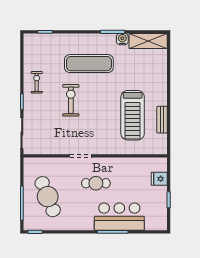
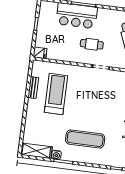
exercise bike: (71, 100) -> (103, 112), removed
fridge: (159, 179) -> (40, 53), moved

